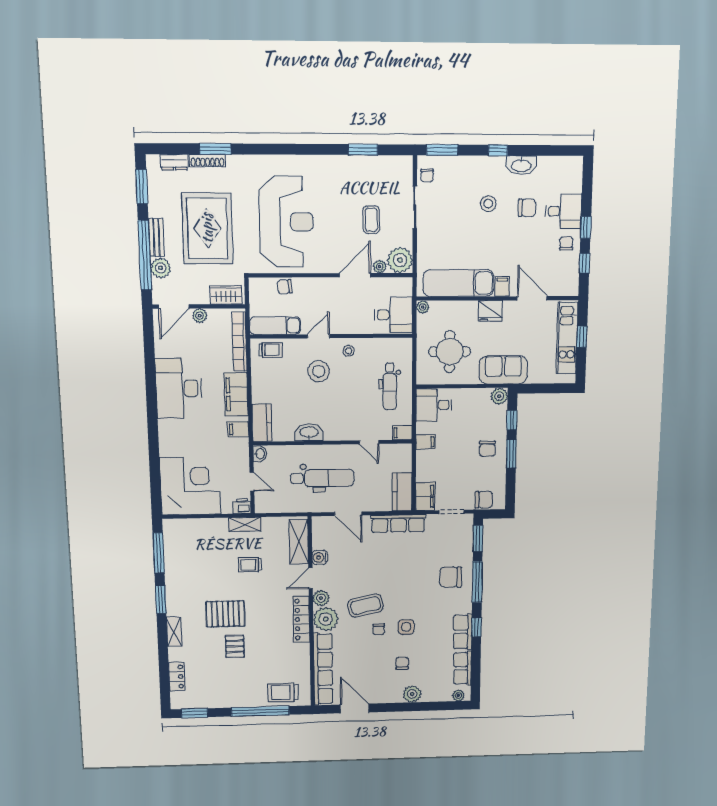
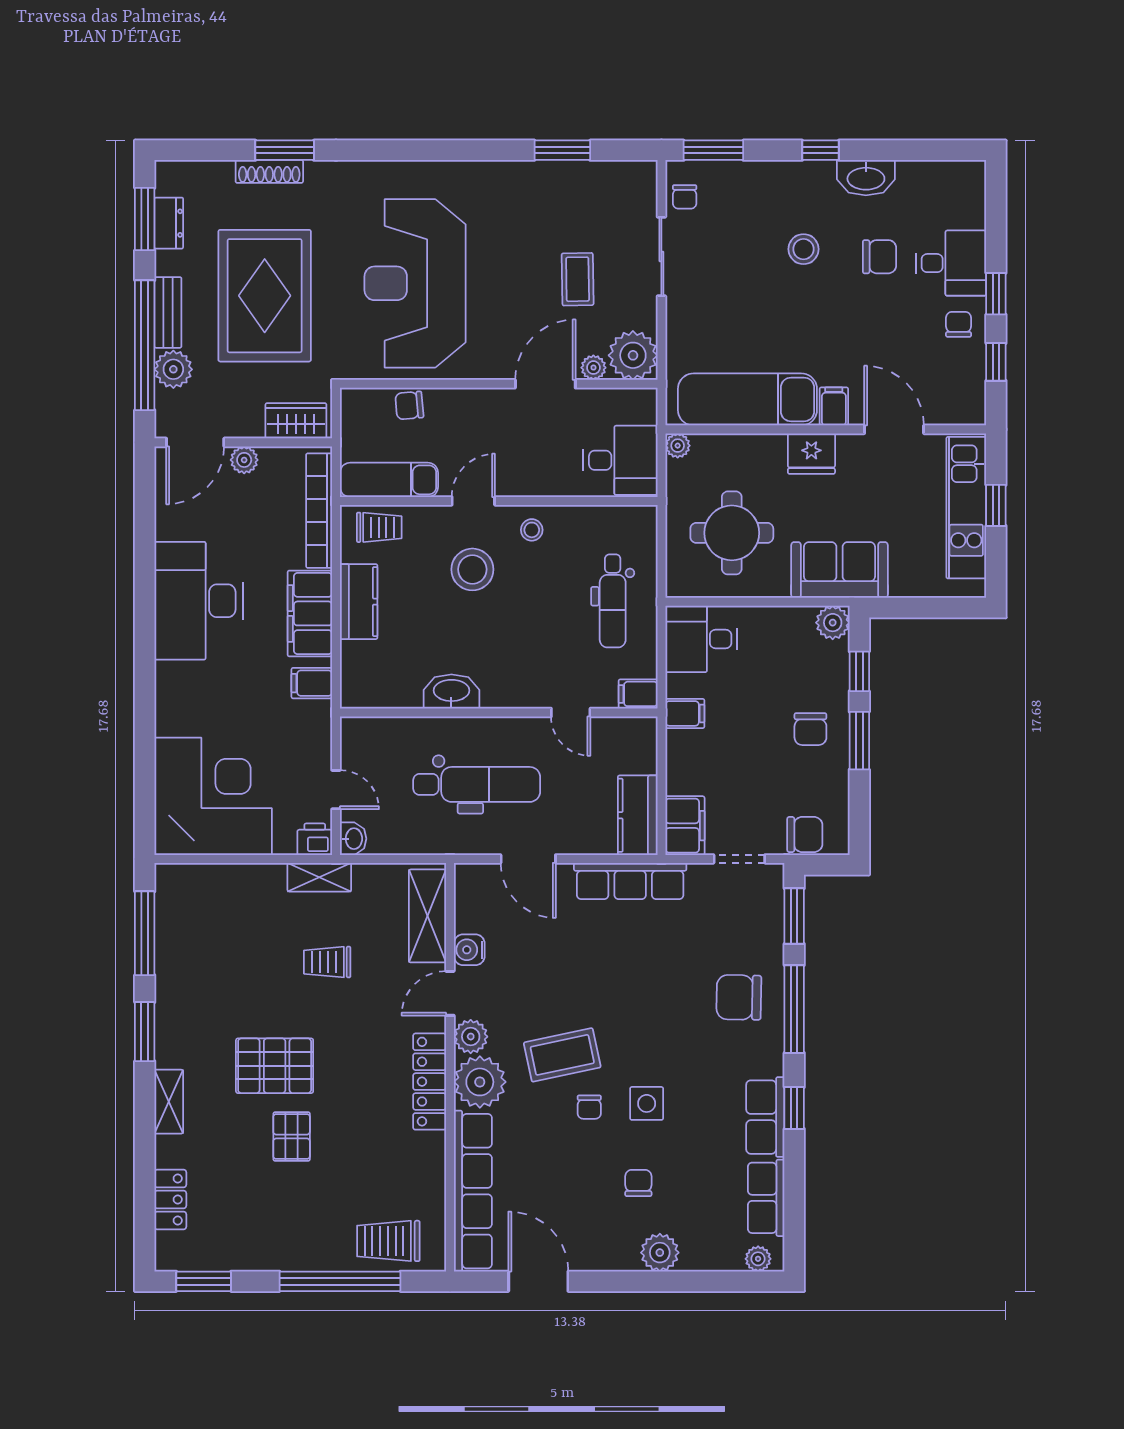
dresser: (174, 162) -> (169, 223), moved, turned -90
reception desk: (286, 222) -> (415, 283), turned 180
kitchen counter: (262, 423) -> (359, 602), moved
washbasin: (260, 454) -> (353, 839), moved

